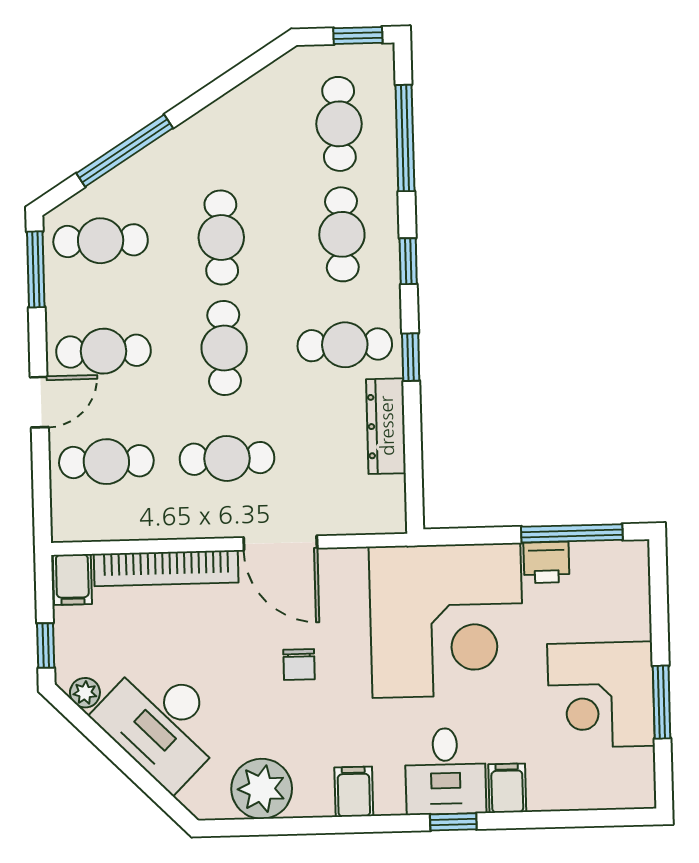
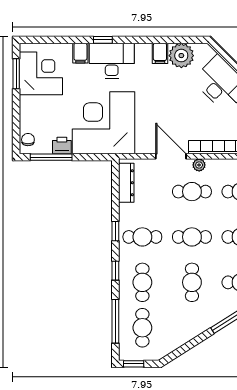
cafe table: (224, 348) -> (192, 237), turned 90
dresser: (386, 426) -> (126, 183), moved
plant: (211, 524) -> (199, 165), added
chair: (299, 664) -> (28, 140), moved
corner desk: (601, 695) -> (41, 73), moved
window: (662, 702) -> (16, 74), moved
desk: (445, 771) -> (112, 61), width x1.37
filing cabinet: (354, 792) -> (160, 53), moved

